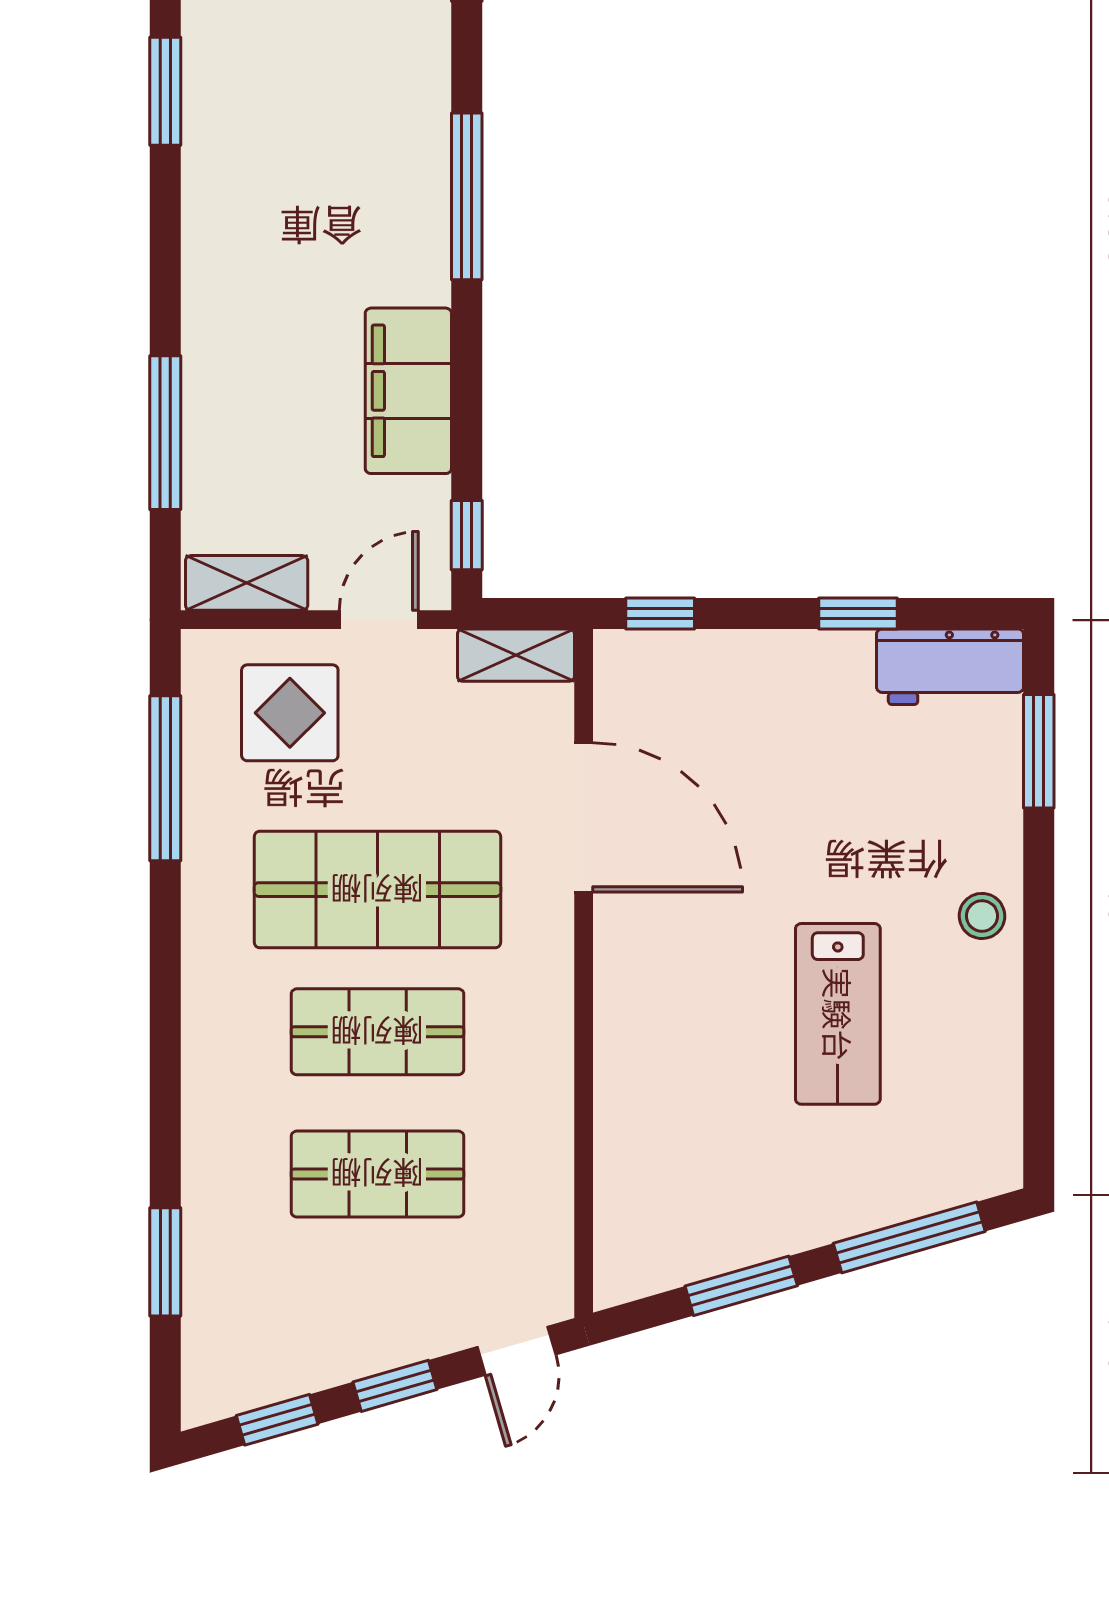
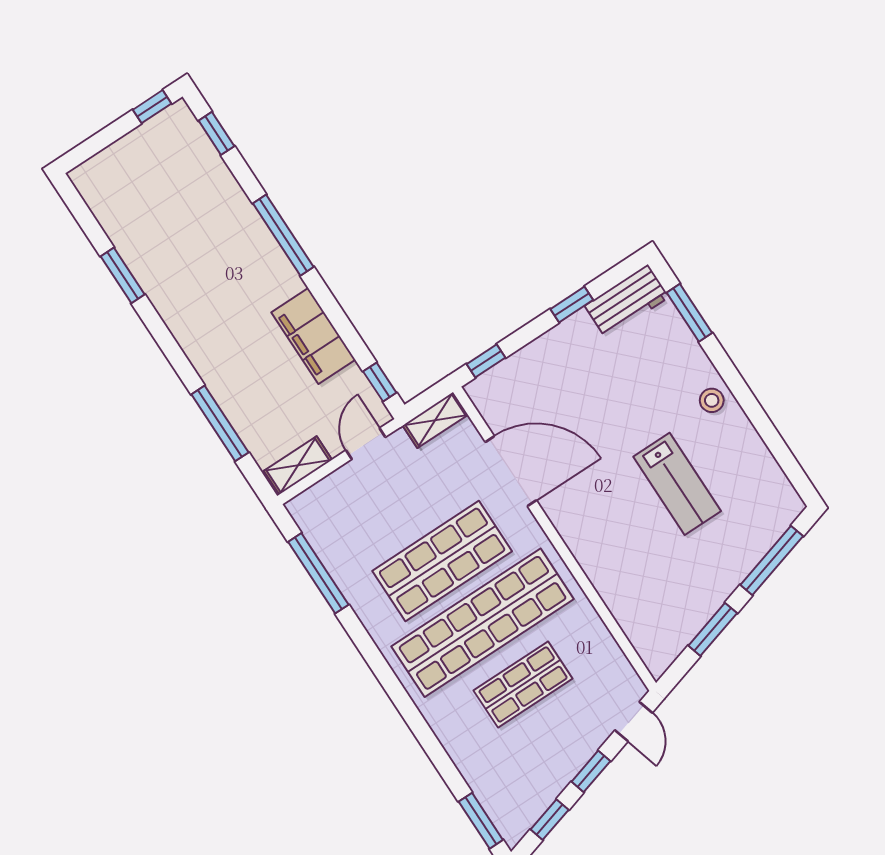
display table: (290, 713) -> (354, 509), removed
shop shelf: (377, 1032) -> (483, 623), width x2.00, depth x1.36
window: (165, 1262) -> (481, 821), moved

